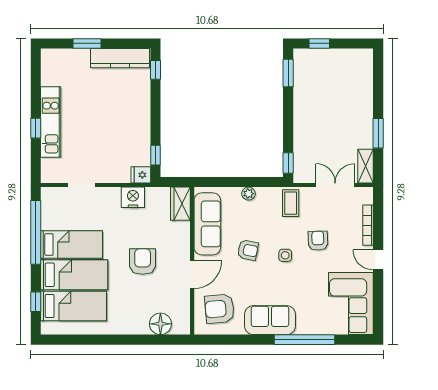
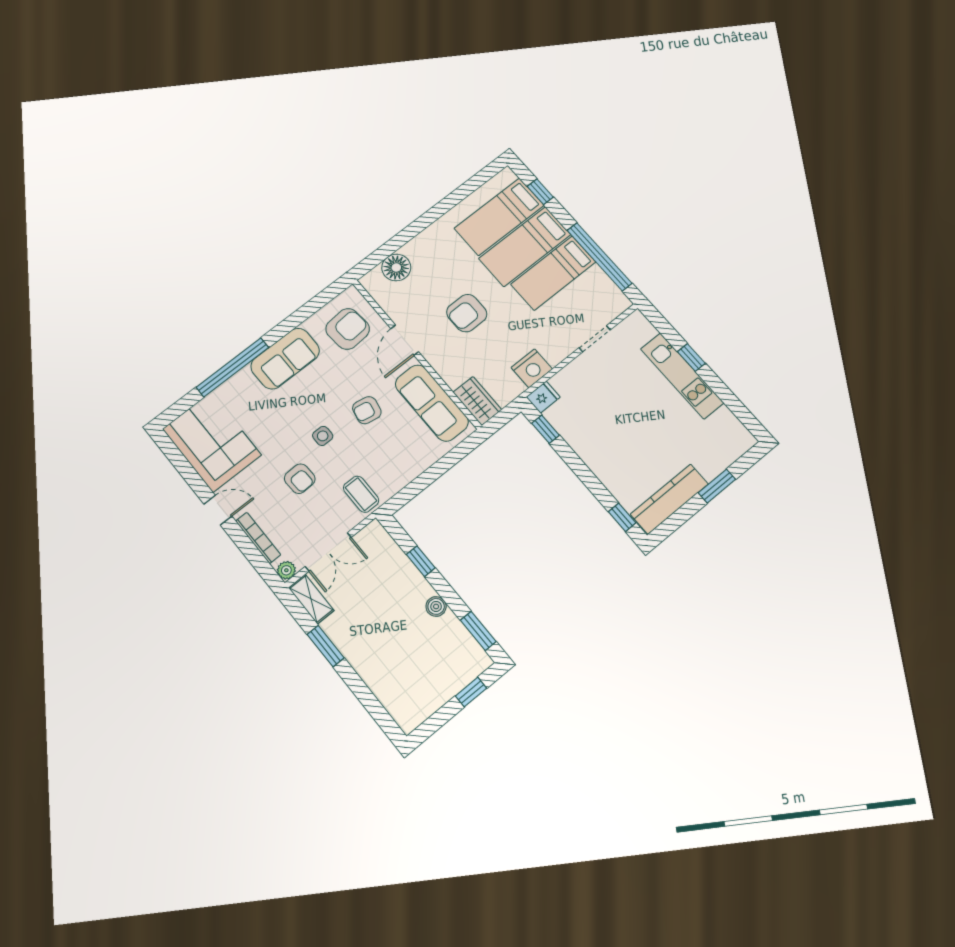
boiler: (300, 105) -> (436, 606), added
window: (288, 163) -> (421, 561), moved
plant: (249, 194) -> (286, 570), moved
armchair: (143, 262) -> (467, 313), turned 90

